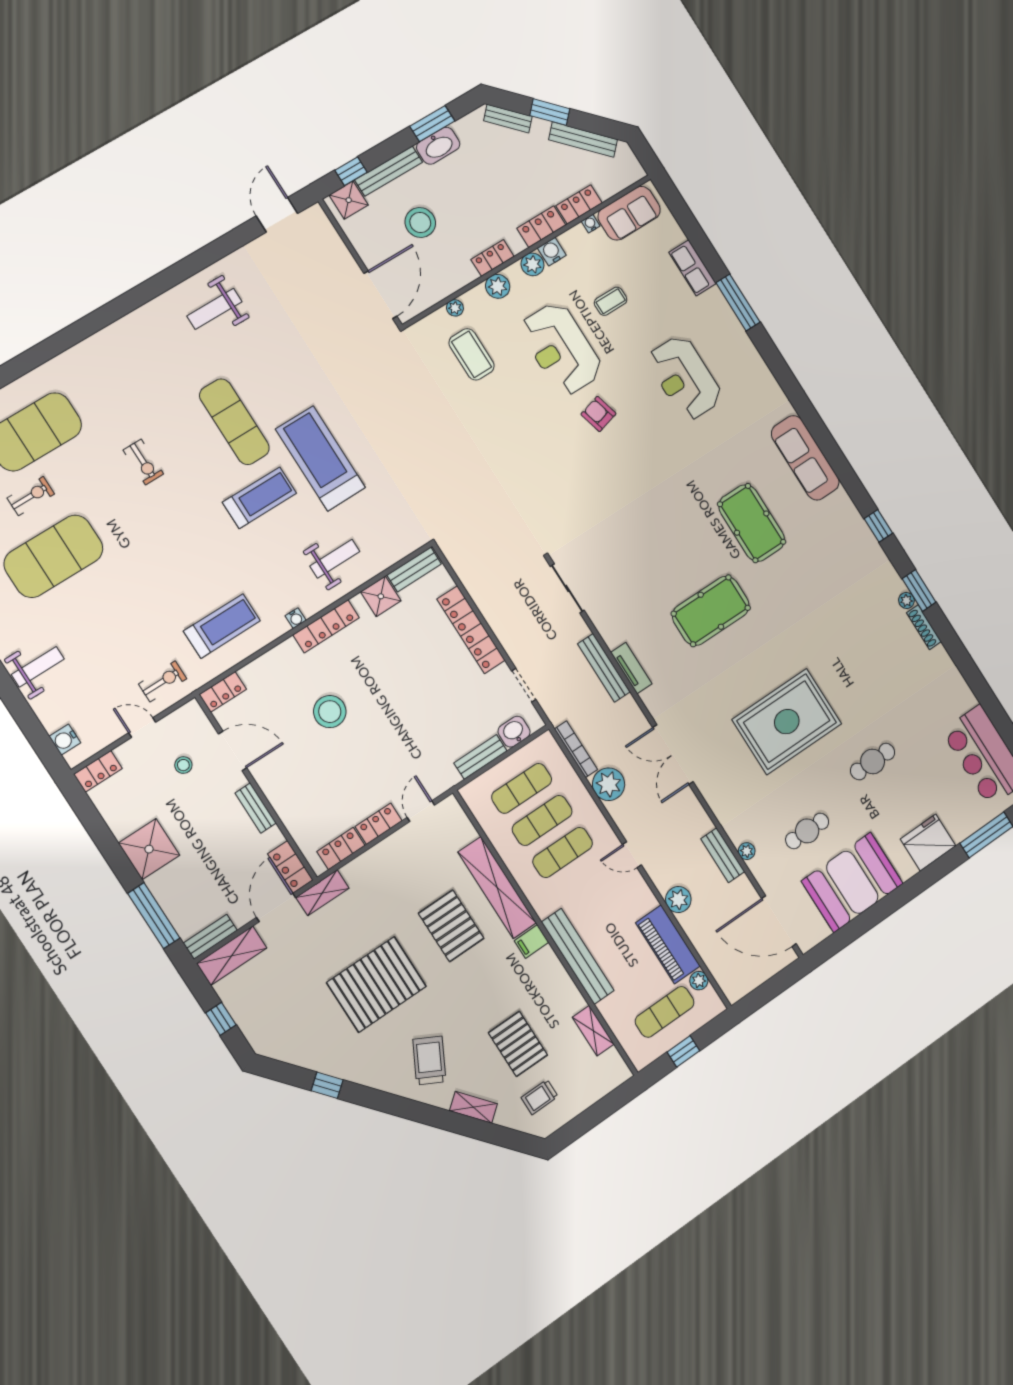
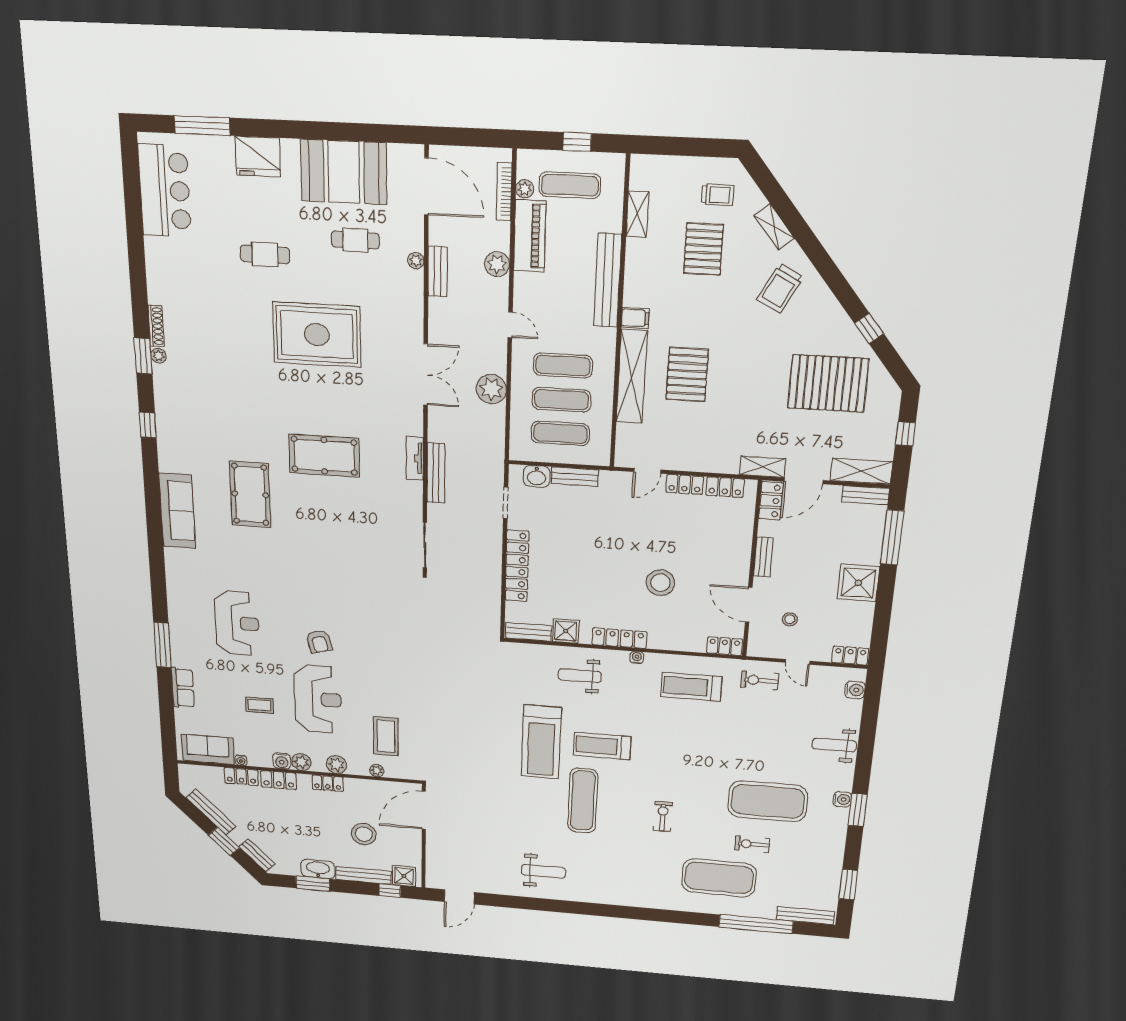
bookcase: (576, 749) -> (504, 192), moved
pallet: (376, 984) -> (828, 383), moved

